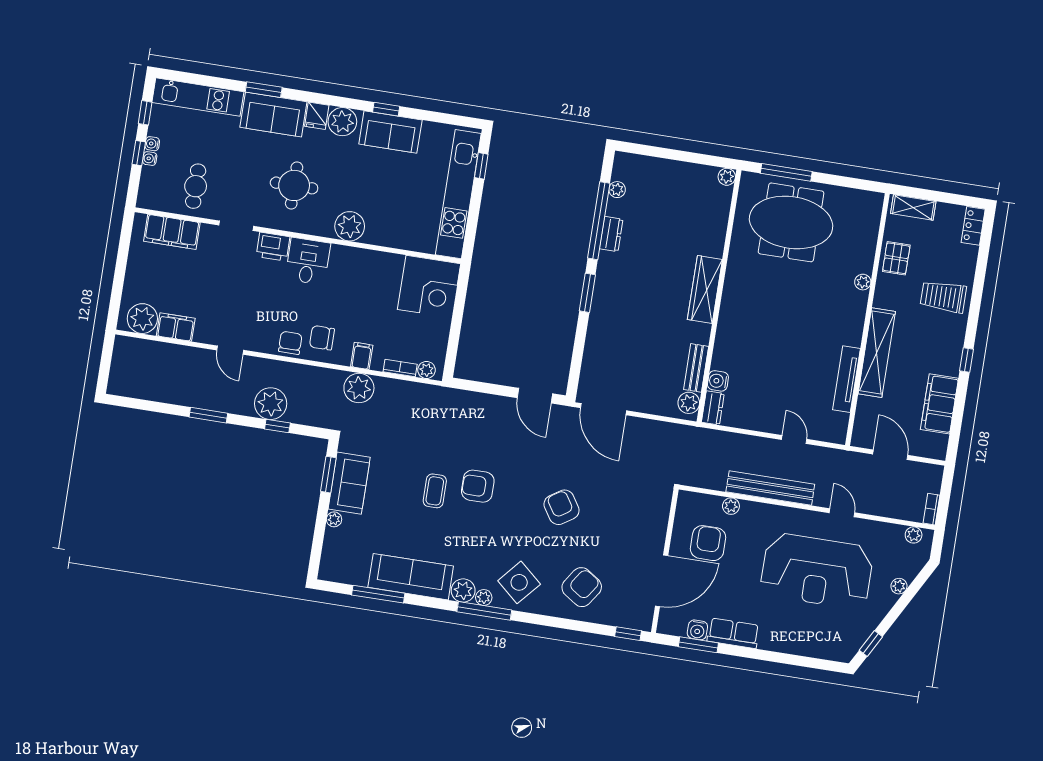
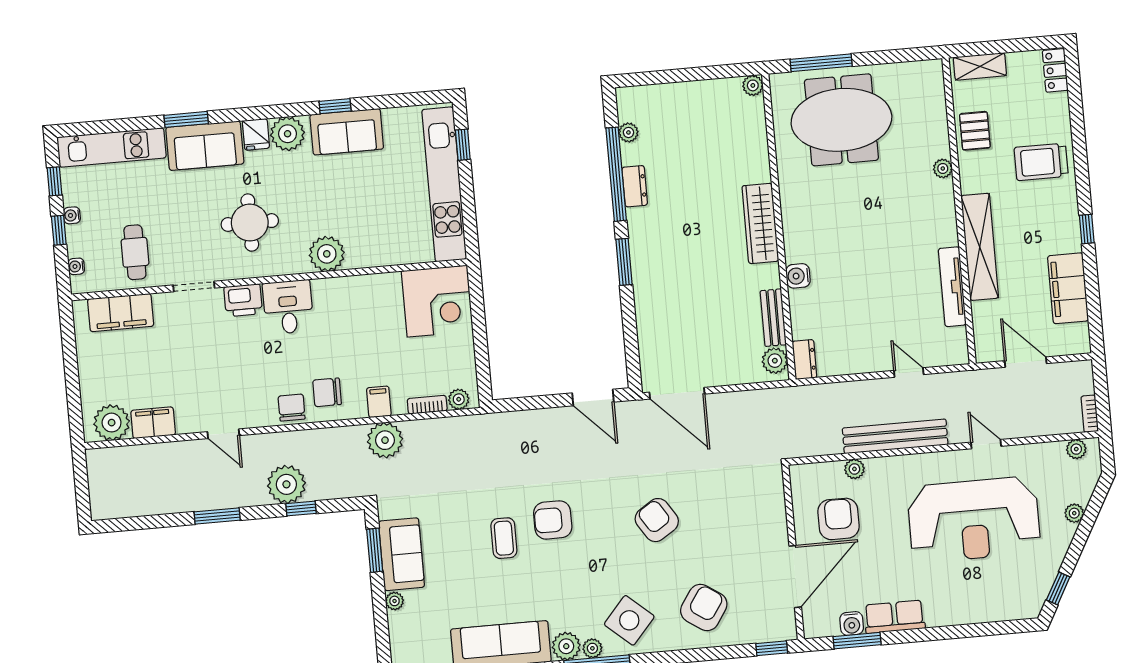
water cooler: (150, 159) -> (76, 266), moved
water cooler: (718, 381) -> (798, 276), moved

